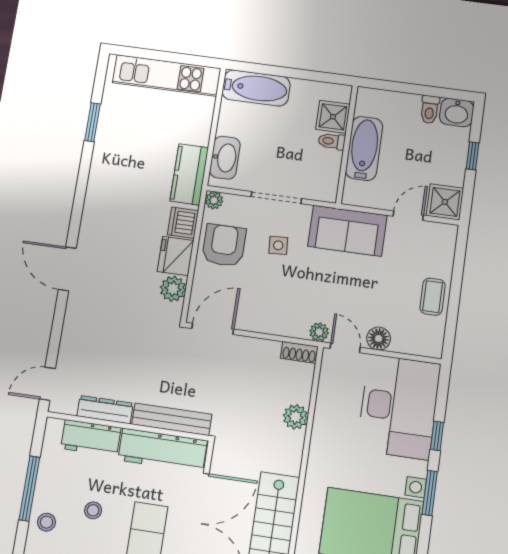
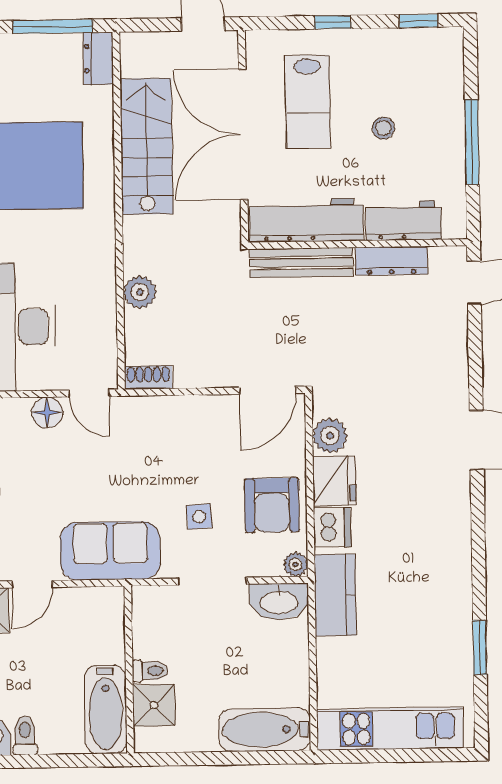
bathtub: (364, 148) -> (106, 709), moved
washbasin: (225, 158) -> (279, 602), moved, turned -90
plant: (319, 332) -> (127, 409), removed
stool: (46, 522) -> (441, 103), removed

